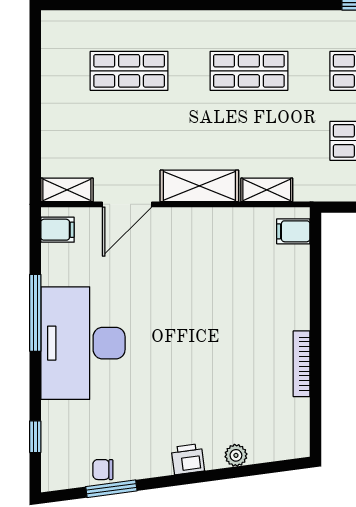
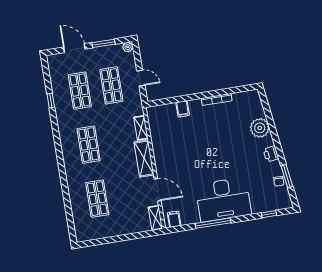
filing cabinet: (293, 231) -> (183, 109), moved
plant: (236, 455) -> (260, 128), width x1.87, depth x1.87
printer: (188, 459) -> (271, 154), moved

